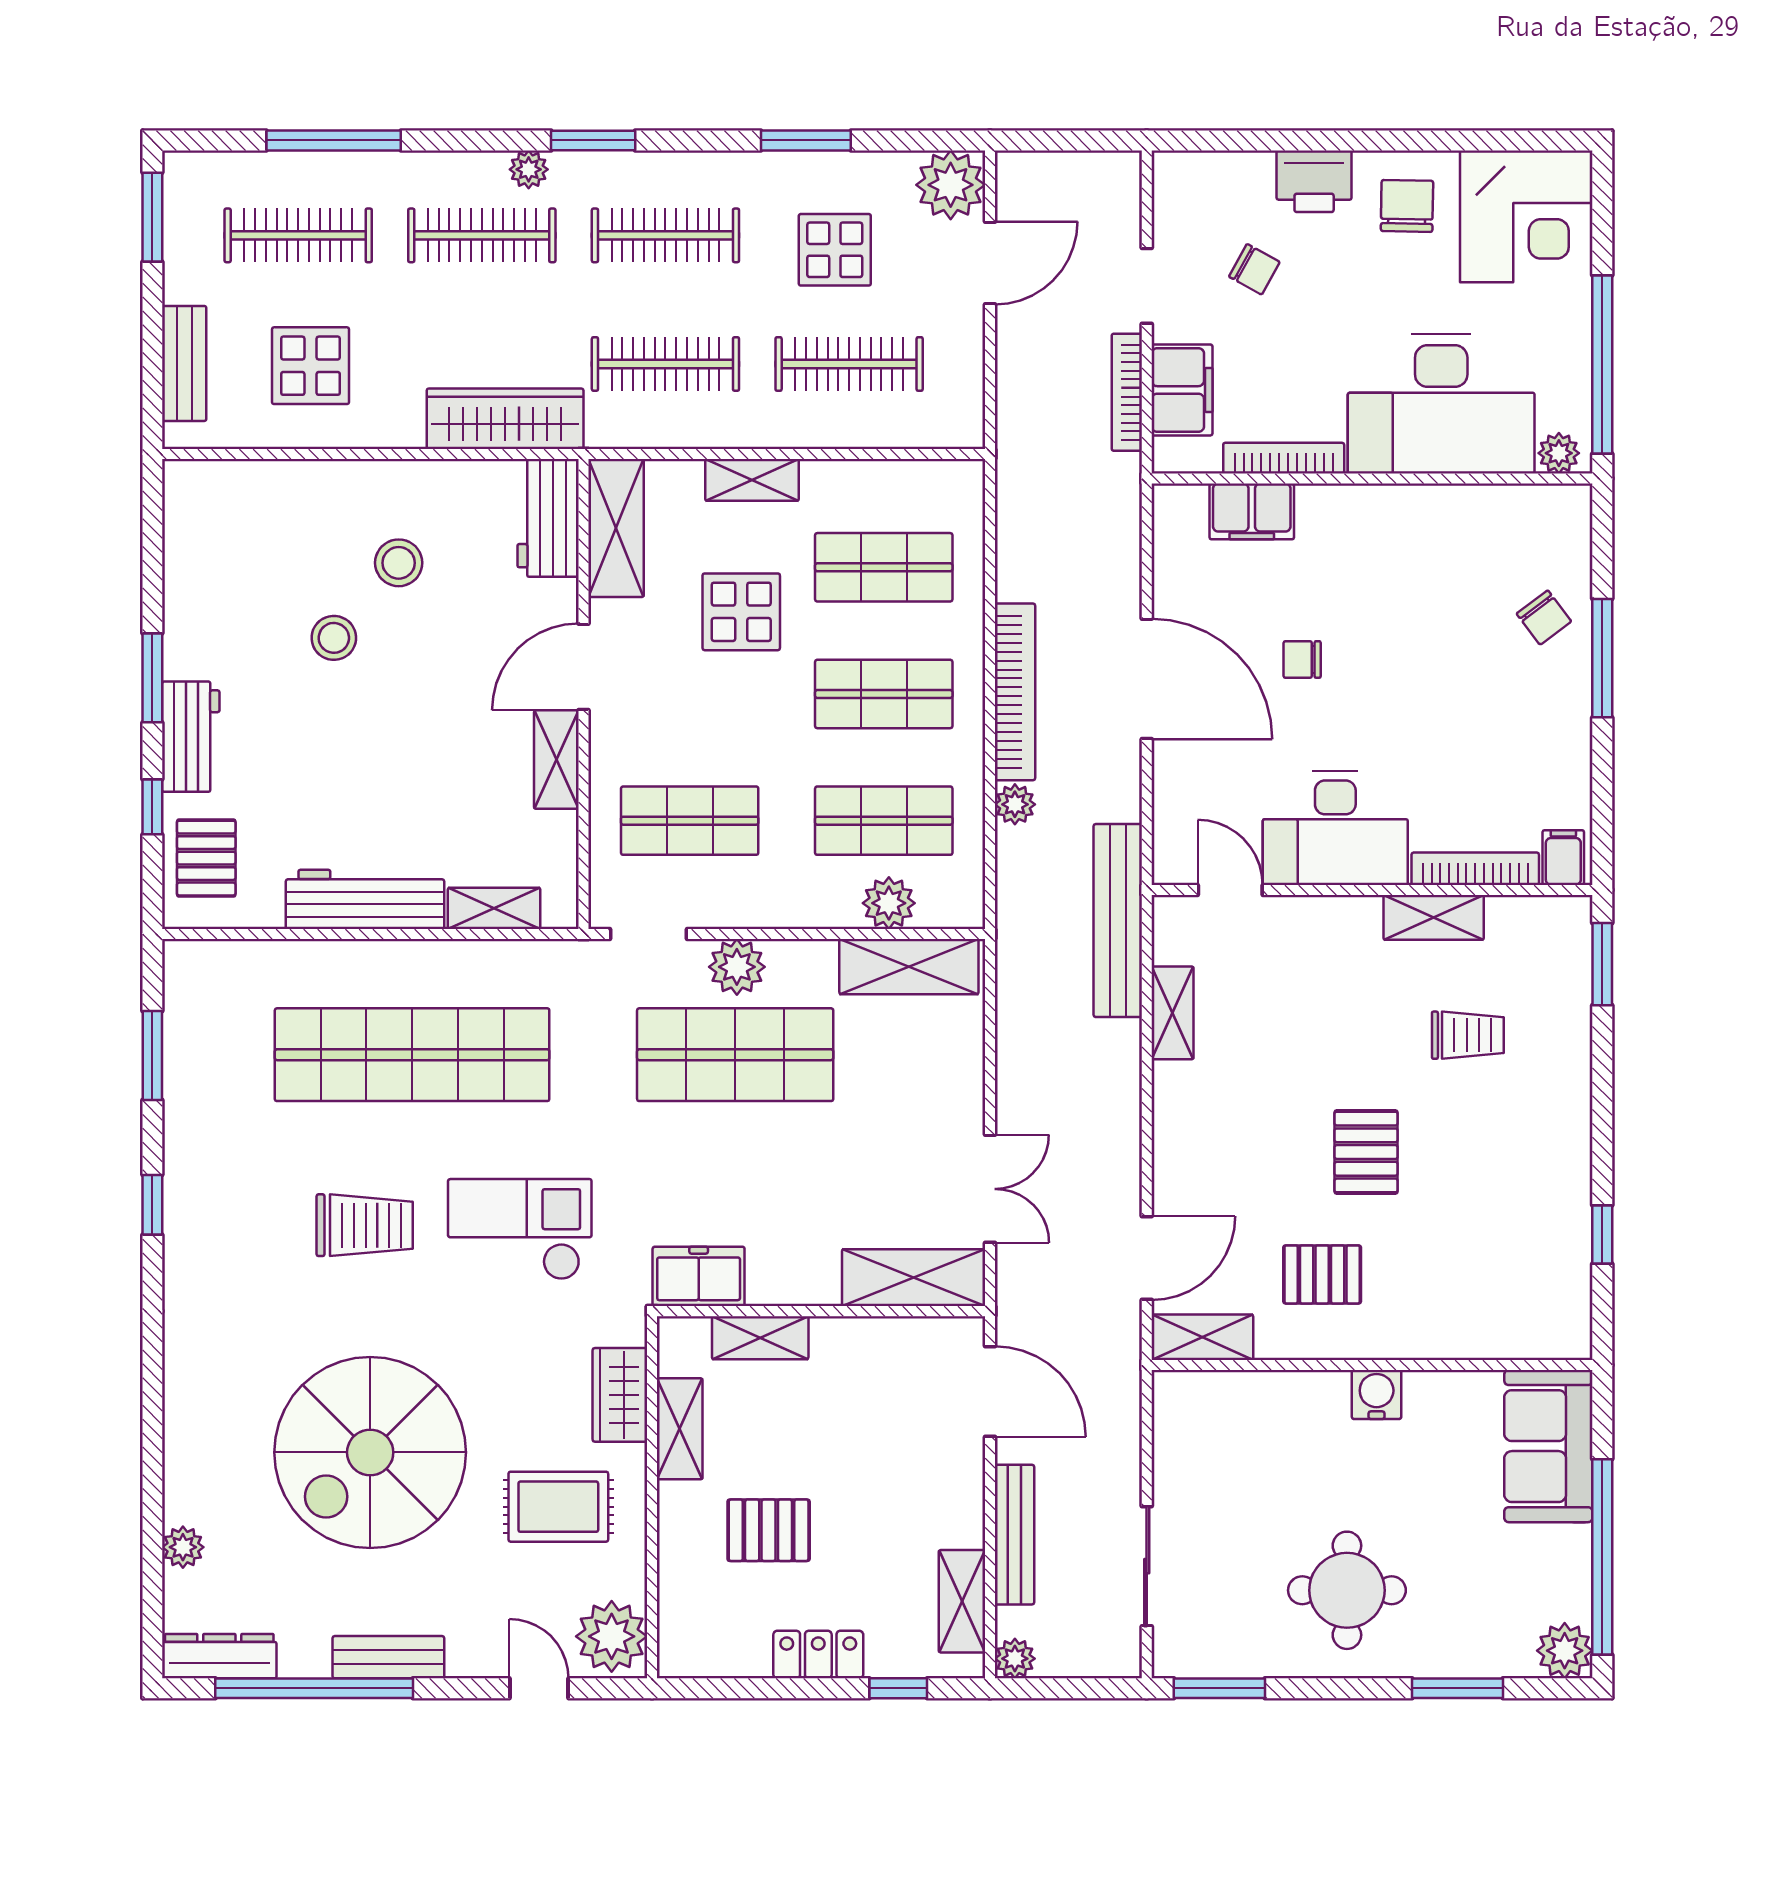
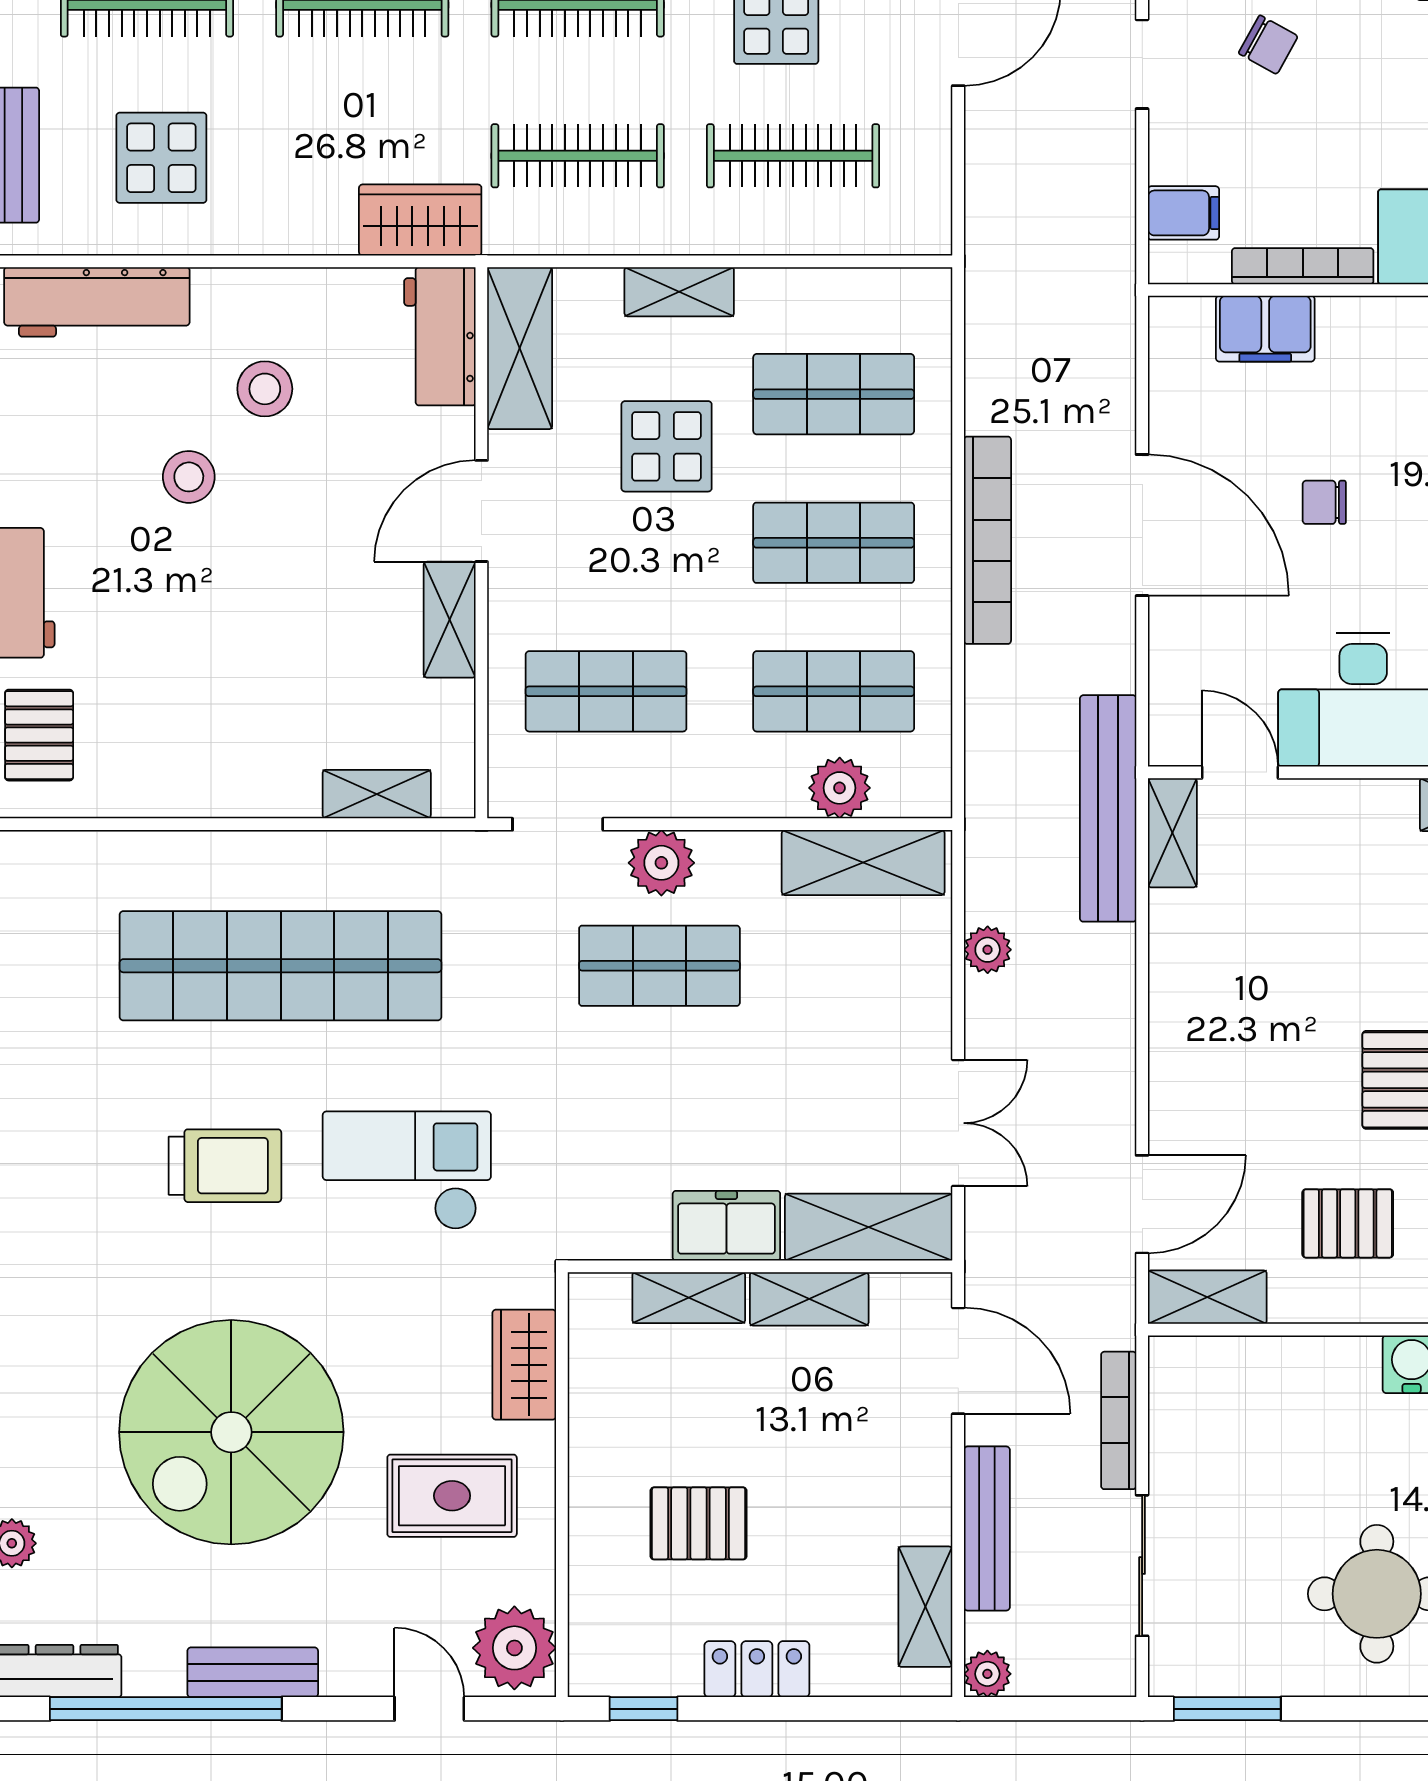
filing cabinet: (1182, 390) -> (1183, 213), width x0.50
bookcase: (1127, 392) -> (1119, 1420), moved
wardrobe: (505, 419) -> (420, 220), width x0.67
plant: (1015, 804) -> (988, 950), moved
workbench: (365, 899) -> (97, 302), moved, turned 180
shelving: (1173, 1013) -> (1172, 833), moved
shop shelf: (735, 1055) -> (659, 966), width x0.70, depth x0.74
freezer: (699, 1276) -> (726, 1226), moved
shelving: (680, 1429) -> (809, 1299), moved, turned 90
window: (898, 1688) -> (644, 1709), moved

